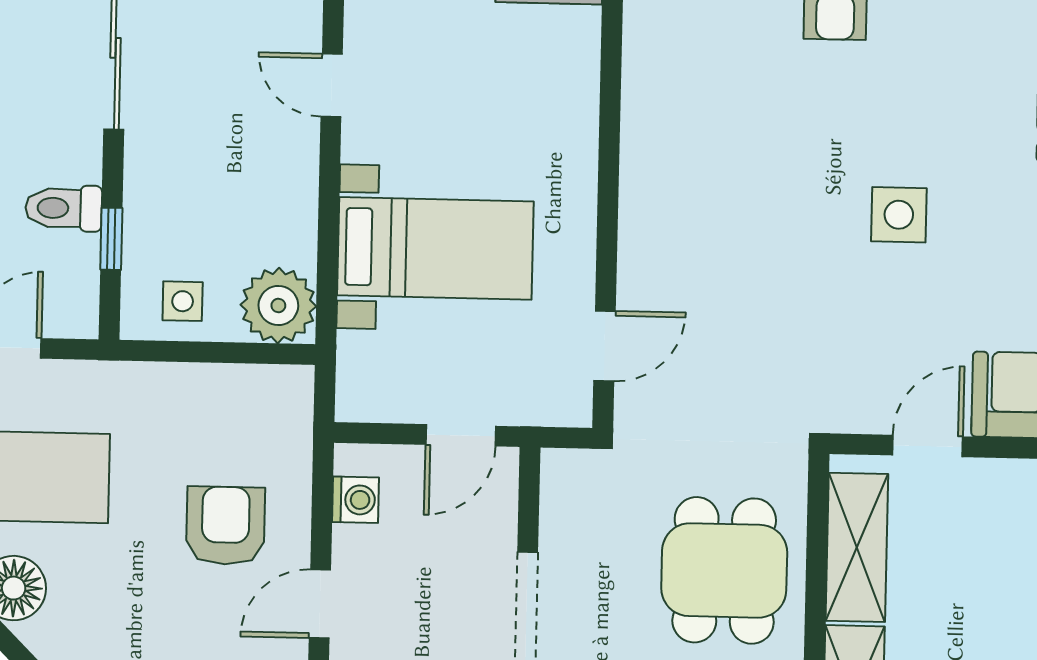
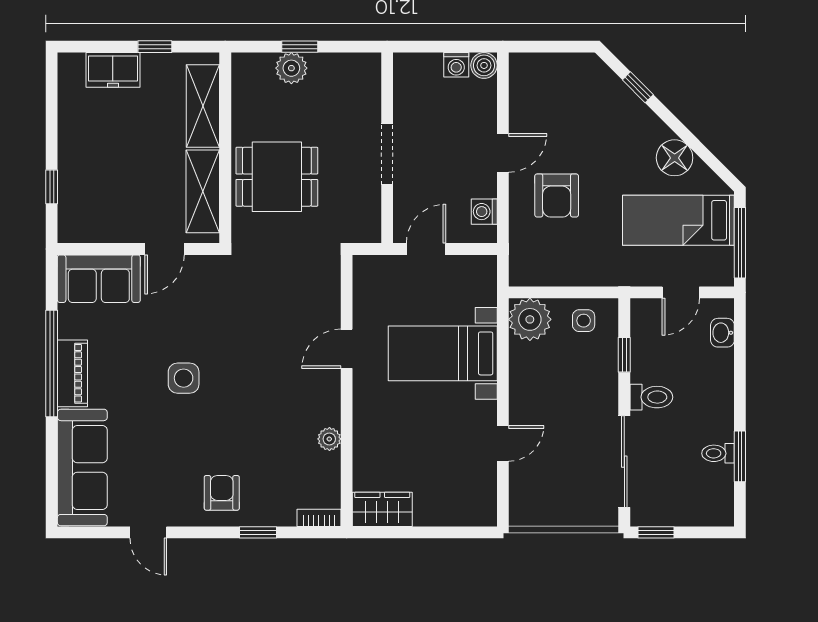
door: (332, 85) -> (503, 443), hinge flipped
plant: (641, 100) -> (329, 439), added
toilet: (64, 208) -> (651, 397), moved
door: (605, 346) -> (347, 349), moved
dining table: (724, 570) -> (277, 177), turned 90

